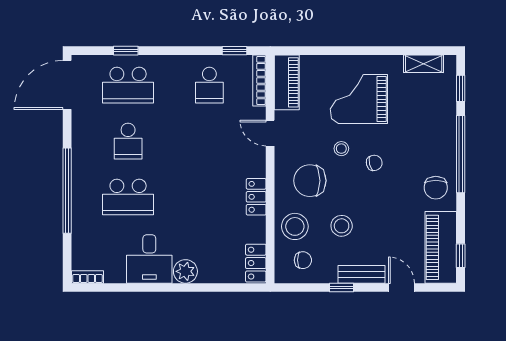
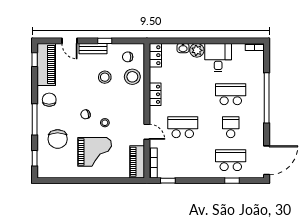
shelving: (424, 64) -> (56, 173), removed
school desk: (209, 85) -> (183, 127), moved, width x1.85
window: (461, 154) -> (35, 119), width x0.68
chair: (310, 181) -> (58, 139), moved, turned 90
washbasin: (209, 275) -> (183, 48), added

